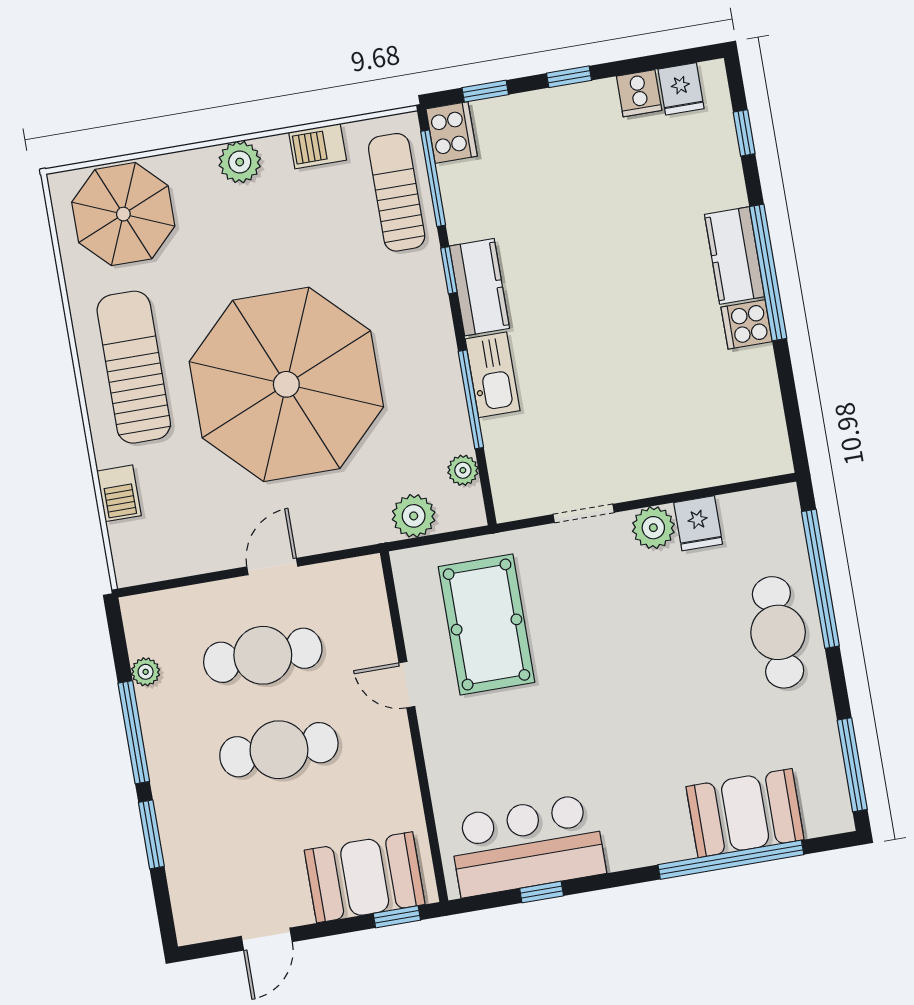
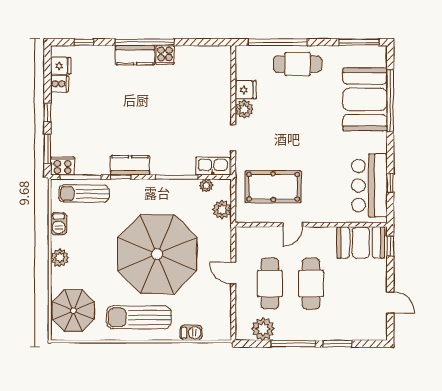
window: (485, 91) -> (48, 149), width x1.50
kitchen sink: (493, 375) -> (213, 166), moved
plant: (146, 672) -> (263, 329), width x1.87, depth x1.87
booth: (745, 813) -> (365, 99), width x1.36, depth x1.42
booth: (365, 877) -> (361, 242), moved, turned 90

